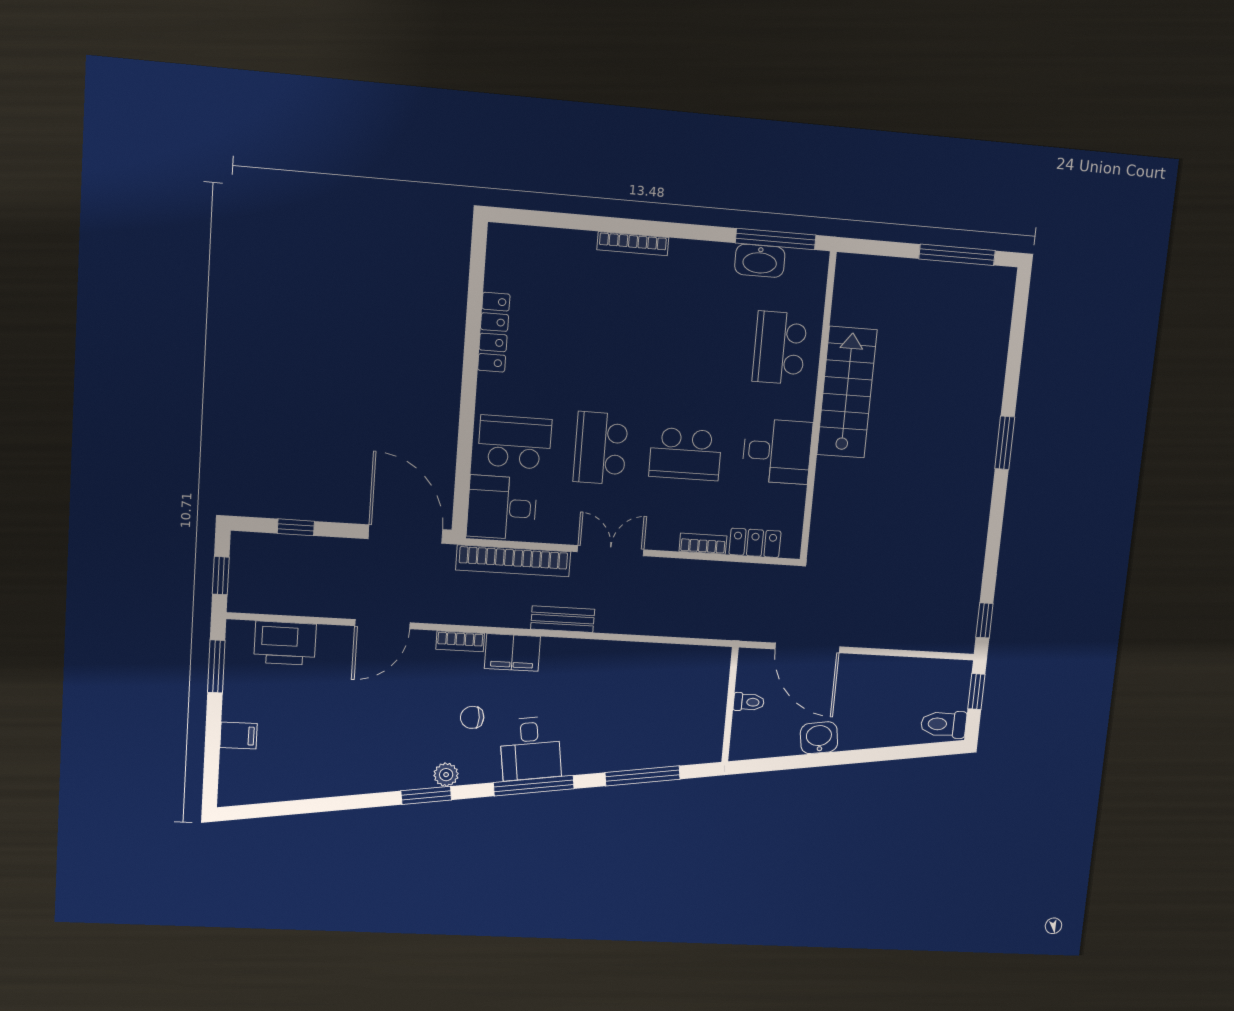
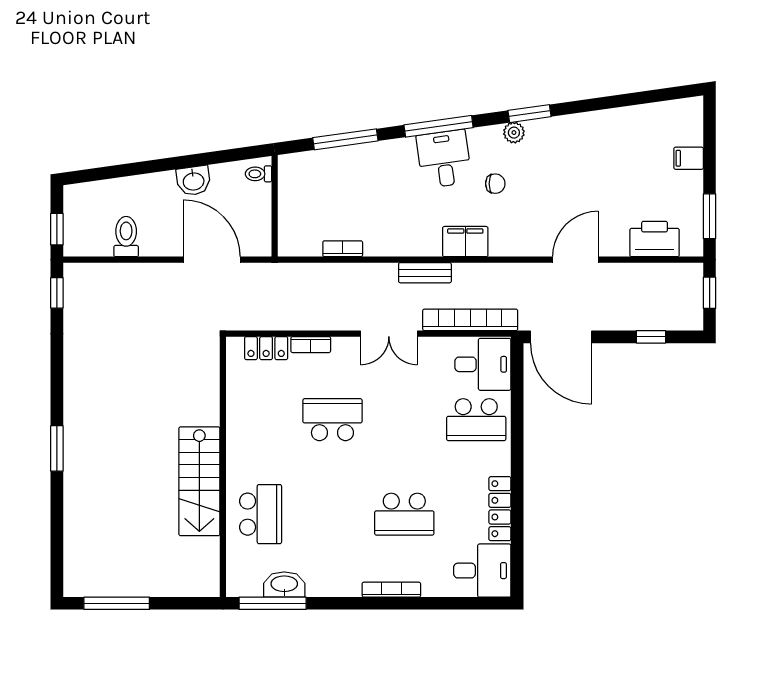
school desk: (601, 448) -> (404, 514), moved, turned 90
desk: (777, 451) -> (482, 571), moved, turned 180
bookcase: (460, 641) -> (343, 249), moved
toilet: (749, 702) -> (259, 174), moved
toilet: (944, 724) -> (126, 237), moved, turned -90

